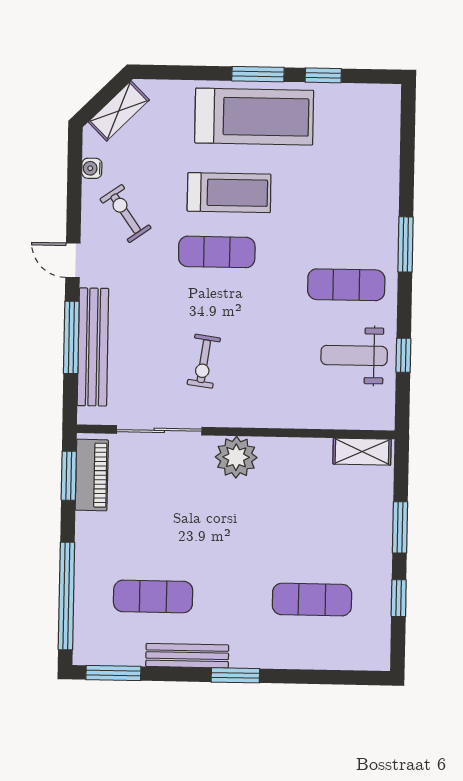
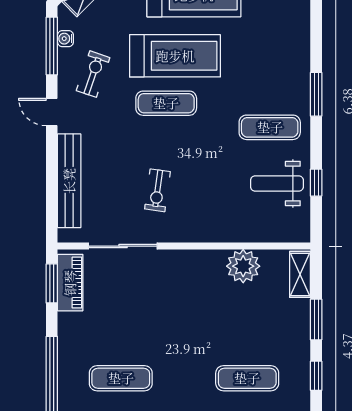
treadmill: (229, 193) -> (175, 56), width x1.37, depth x1.38
exercise bike: (126, 214) -> (93, 74), turned 54
window: (71, 337) -> (52, 46), moved
shelving: (362, 452) -> (300, 274), moved, turned 90
plant: (236, 457) -> (243, 266), moved

